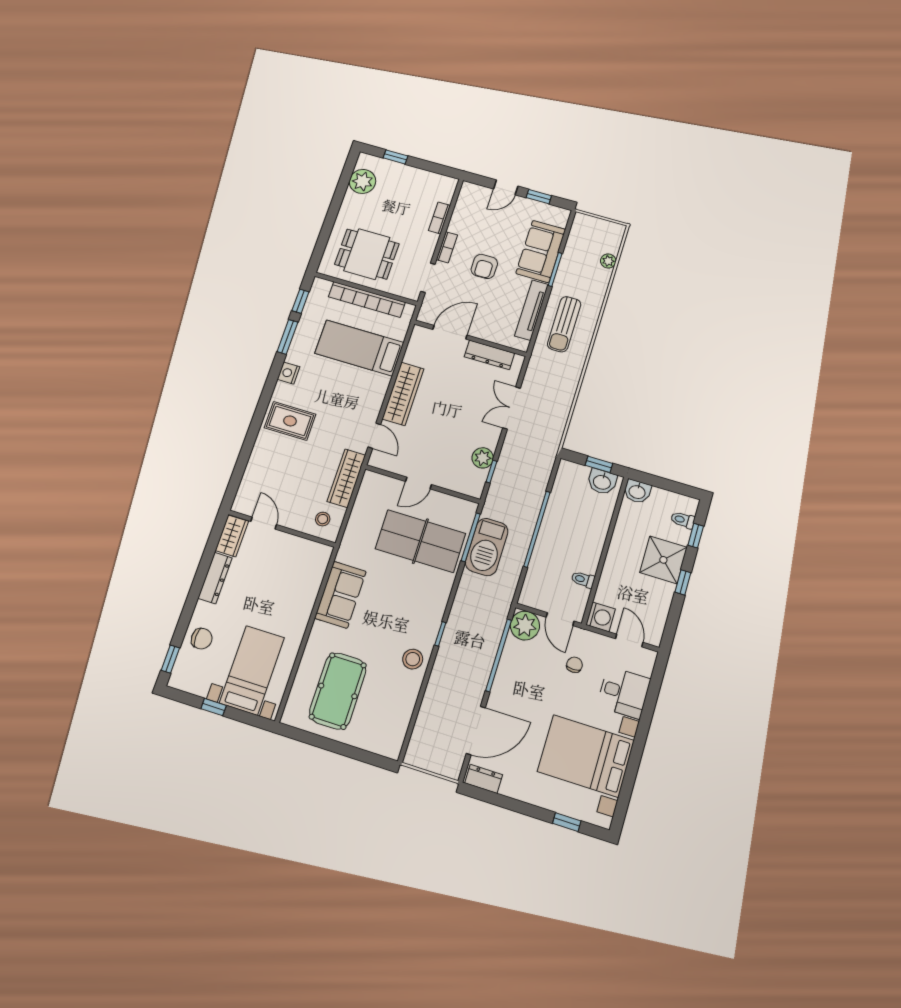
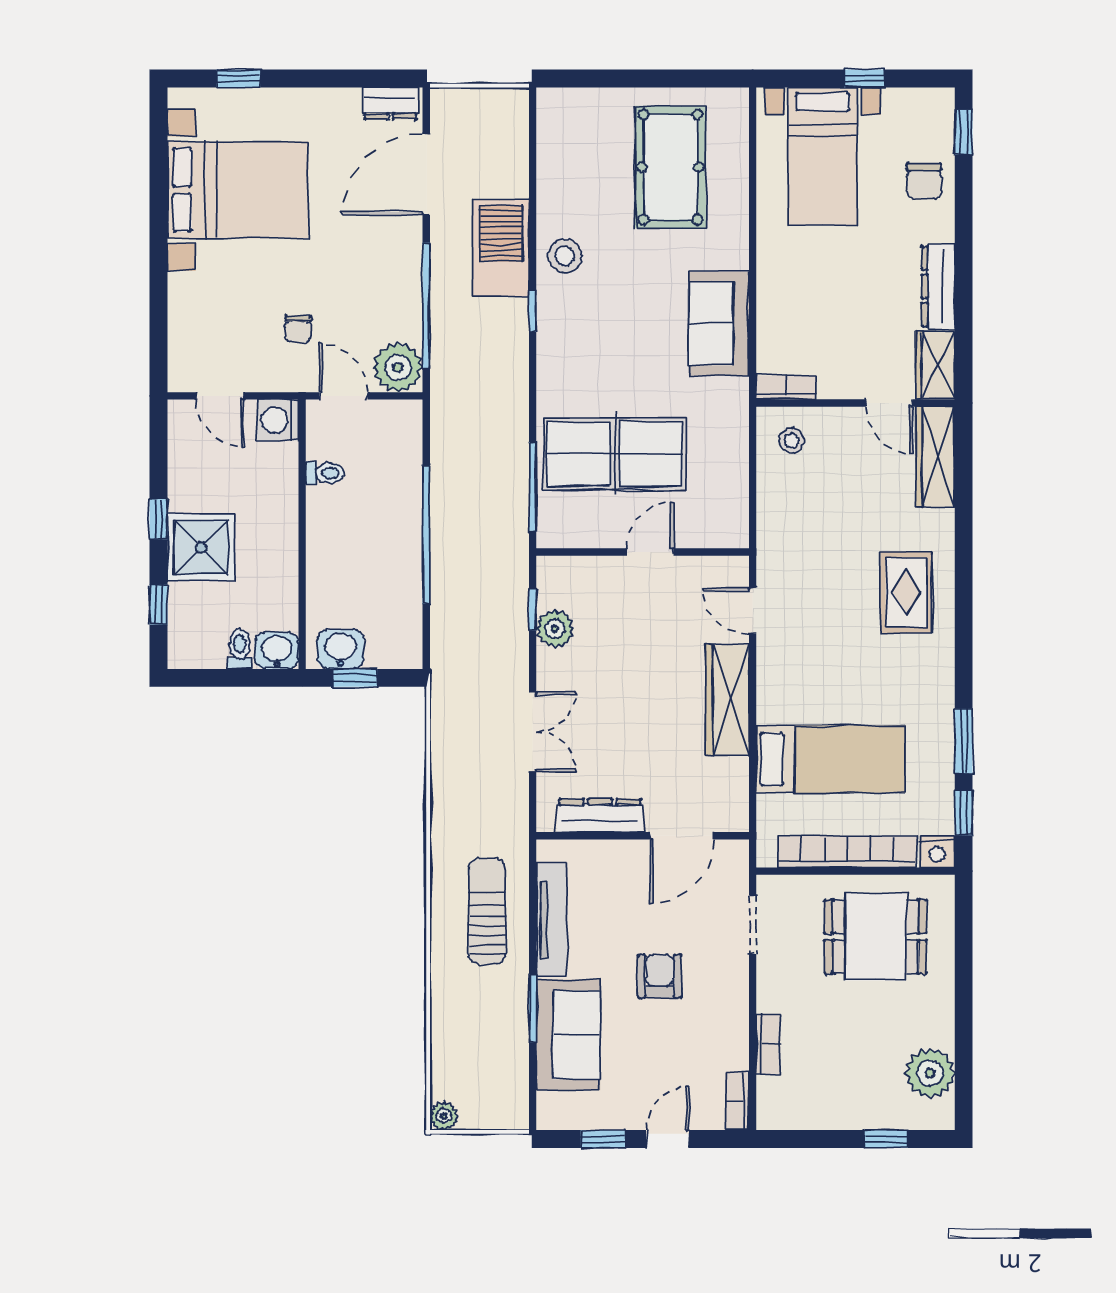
bookcase: (447, 247) -> (737, 1101), moved
plant: (608, 261) -> (444, 1116), moved
nightstand: (289, 373) -> (937, 852), moved, turned 90
rug: (290, 421) -> (906, 592), turned 90
wardrobe: (346, 478) -> (935, 457), moved, turned 180
toilet: (683, 520) -> (240, 649), moved, turned -90
barbecue: (487, 547) -> (501, 248), moved
bookcase: (316, 549) -> (786, 387), added
chair: (202, 639) -> (924, 181), turned -90
desk: (624, 692) -> (206, 309), removed

